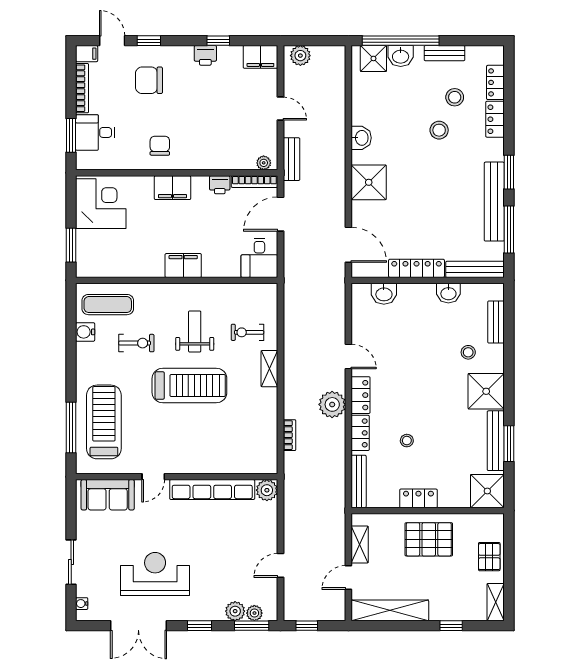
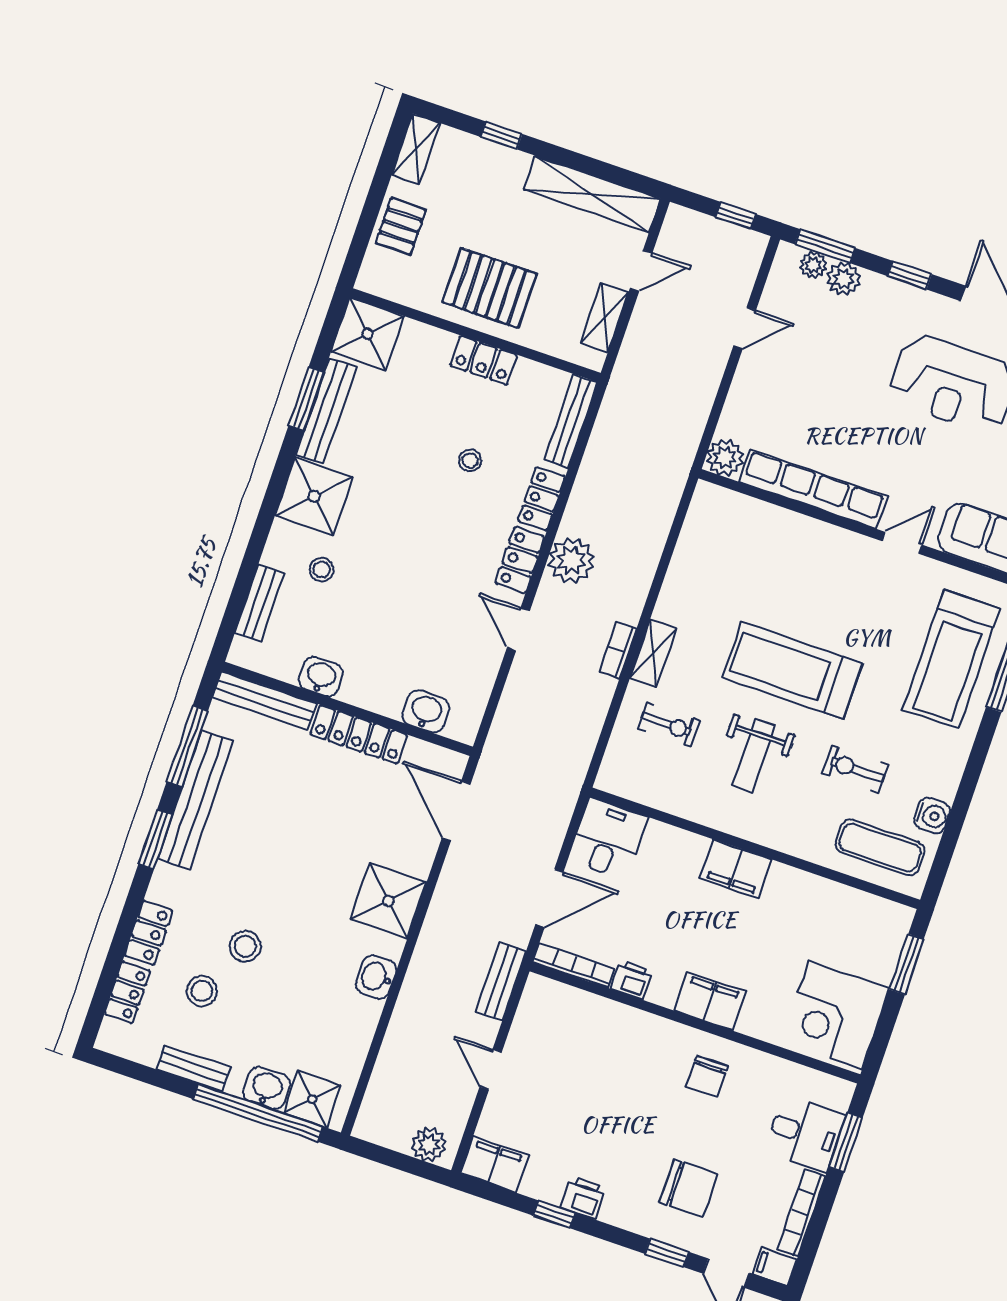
plant: (264, 163) -> (548, 991), removed
bookcase: (290, 435) -> (618, 650), moved

